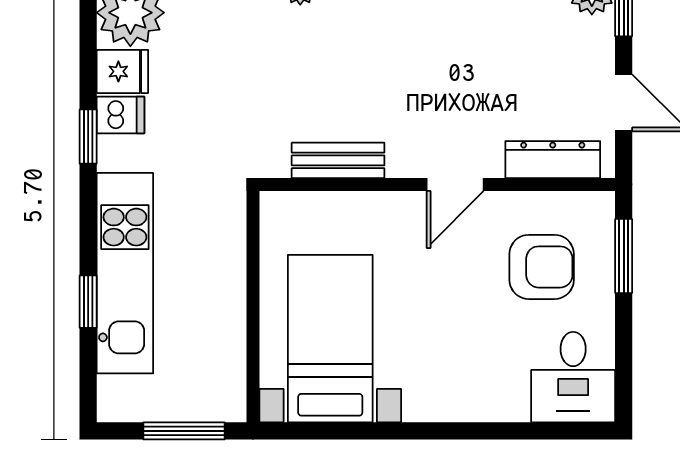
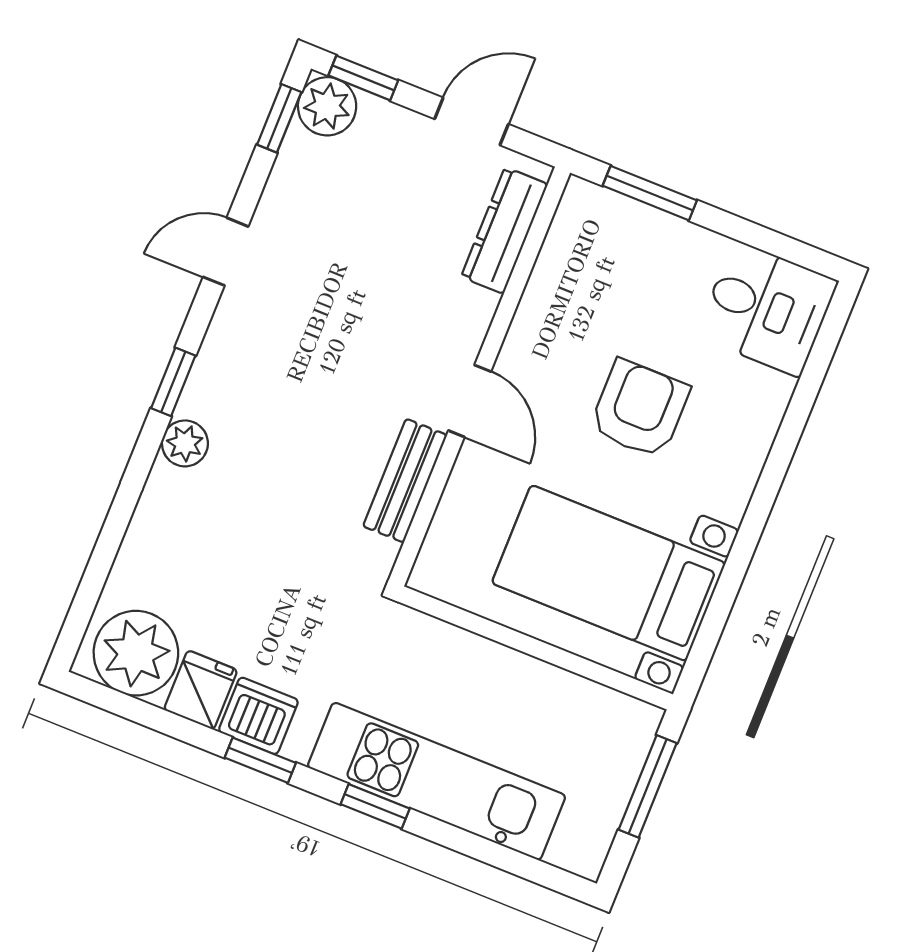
dishwasher: (120, 115) -> (258, 716), width x1.38
door: (455, 185) -> (470, 401), moved
armchair: (542, 267) -> (639, 409), moved
window: (88, 302) -> (375, 806), moved

